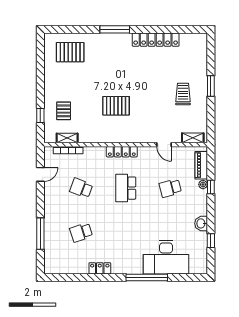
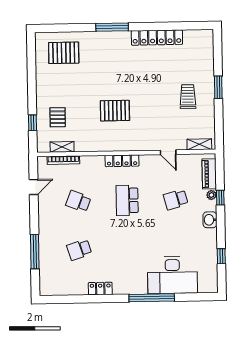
washbasin: (201, 223) -> (210, 220), moved

